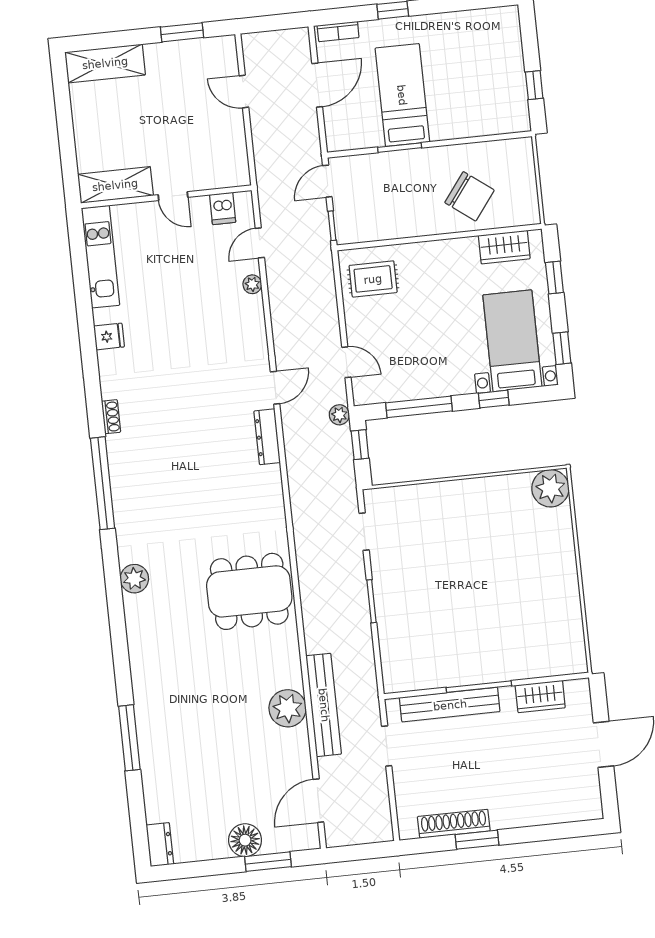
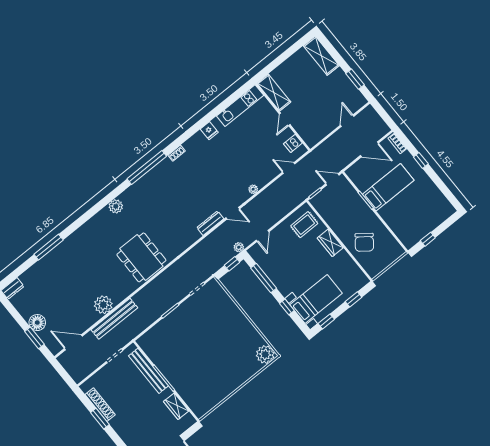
wardrobe: (504, 247) -> (330, 243), moved
rug: (373, 279) -> (304, 225), turned 90
plant: (252, 284) -> (253, 189), moved

